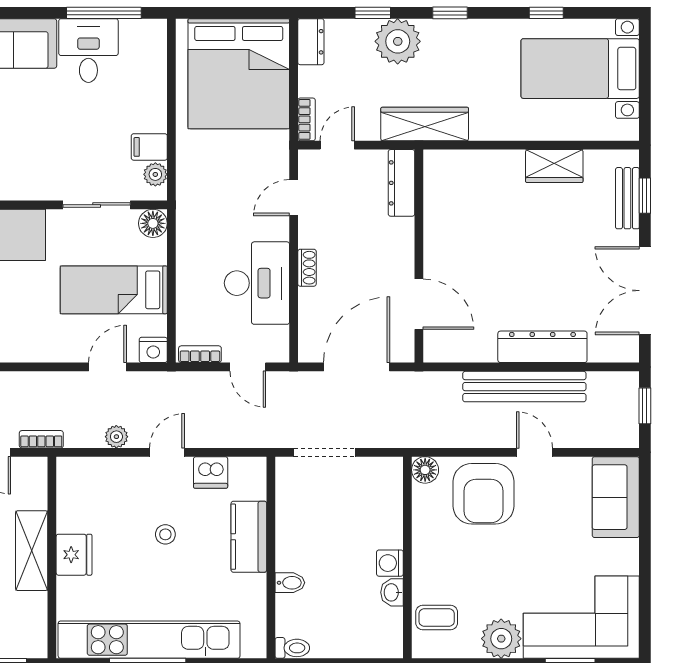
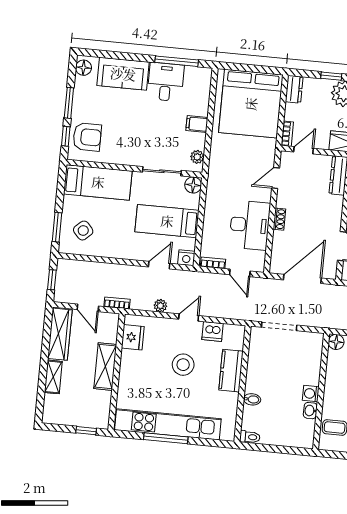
filing cabinet: (149, 147) -> (197, 124), moved
stool: (165, 534) -> (183, 365), width x1.89, depth x1.89
fridge: (74, 555) -> (133, 337), moved

